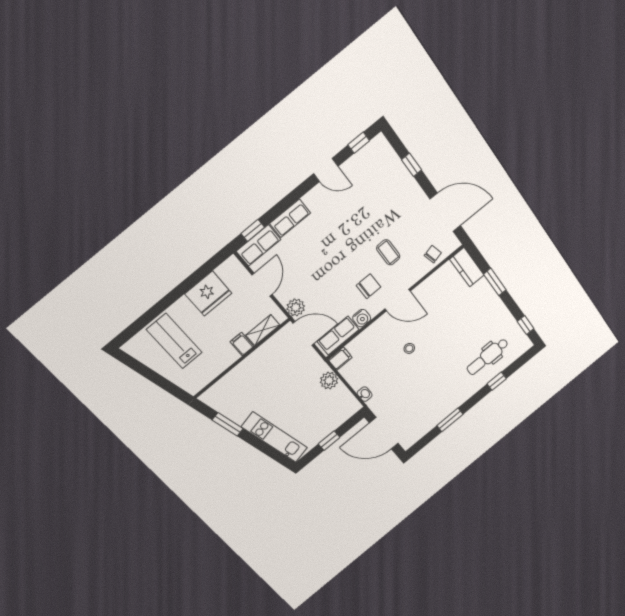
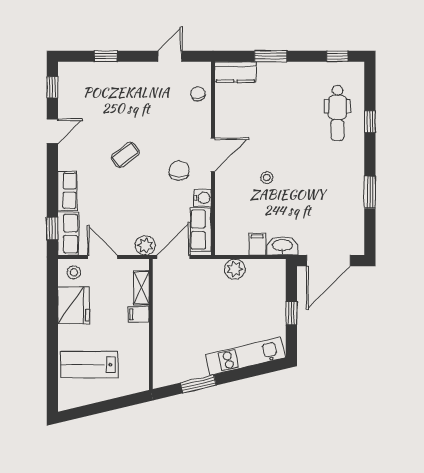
door: (445, 212) -> (170, 56), width x0.53
coffee table: (388, 252) -> (125, 155), moved, turned -37
stool: (233, 273) -> (74, 272), added
filing cabinet: (340, 359) -> (257, 244), moved
washbasin: (365, 394) -> (282, 246), width x1.91, depth x1.45

